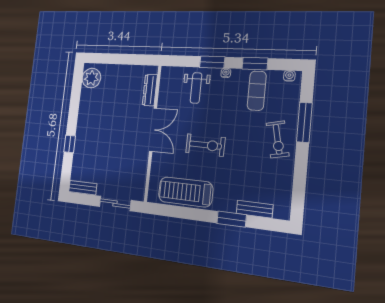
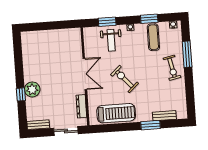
window: (212, 62) -> (107, 22), moved
plant: (91, 78) -> (32, 89), moved
dresser: (150, 90) -> (81, 106), moved
exercise bike: (205, 145) -> (124, 79), turned -133
treadmill: (185, 192) -> (116, 113), turned 180

